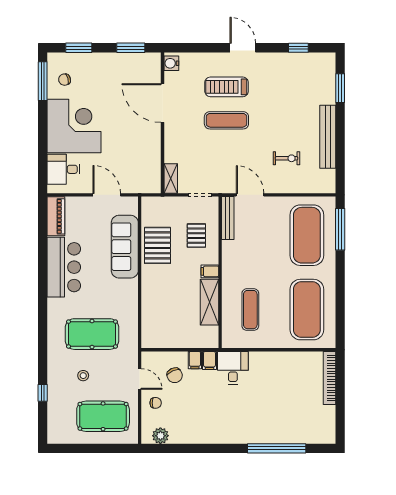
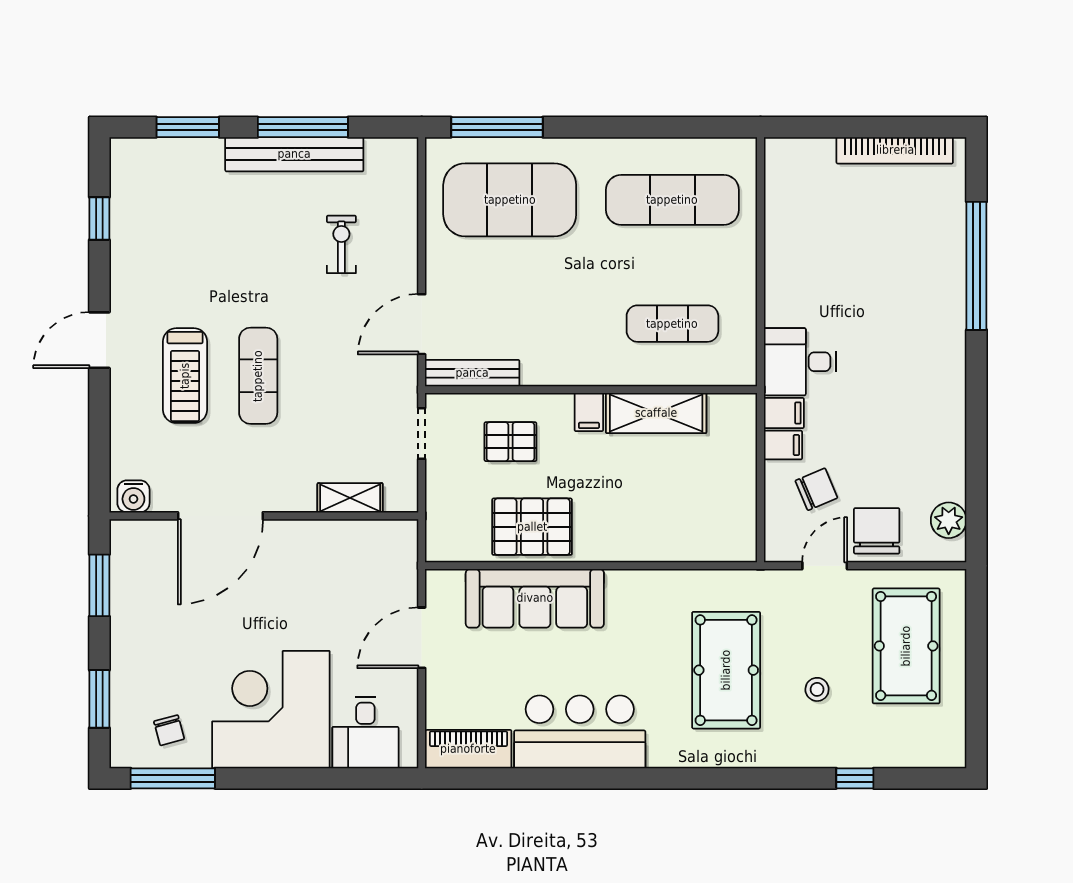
window: (340, 141) -> (303, 127), added
shelving: (171, 179) -> (350, 498), moved
exercise mat: (307, 310) -> (672, 200), width x0.68
bookcase: (329, 378) -> (895, 150), moved
chair: (156, 403) -> (877, 531), width x1.87, depth x1.87

